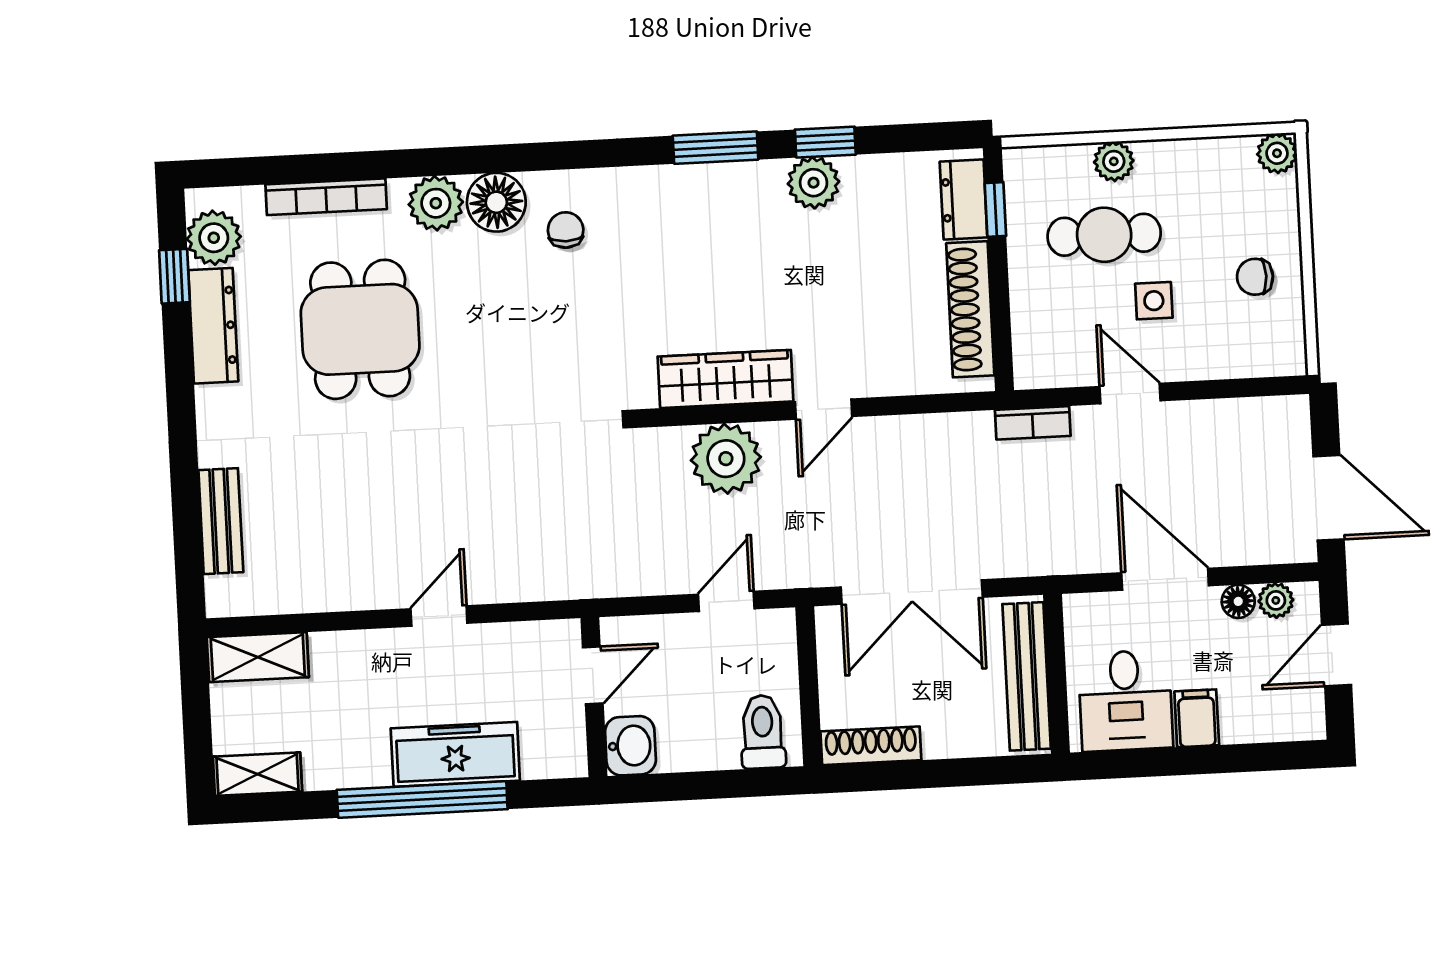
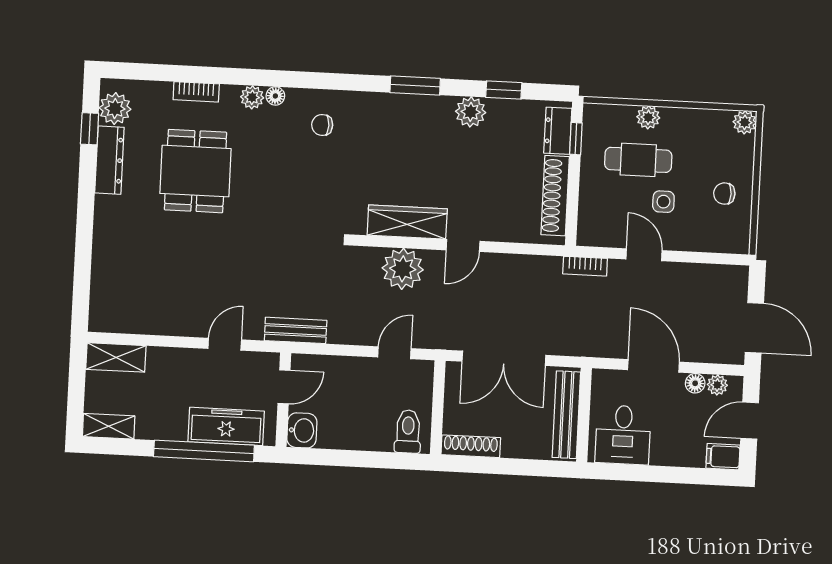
window: (825, 142) -> (504, 90), moved
bookcase: (326, 197) -> (196, 92), width x0.64
floor lamp: (496, 202) -> (275, 96), width x0.53, depth x0.53
plant: (436, 203) -> (252, 97), width x0.73, depth x0.73
chair: (566, 230) -> (322, 125), turned -90
bench: (221, 521) -> (296, 330), moved, turned 90
door: (593, 675) -> (284, 387), moved
wall: (594, 697) -> (283, 400), moved
filing cabinet: (1197, 718) -> (723, 457), moved, turned -90
washbasin: (630, 746) -> (302, 430), moved

